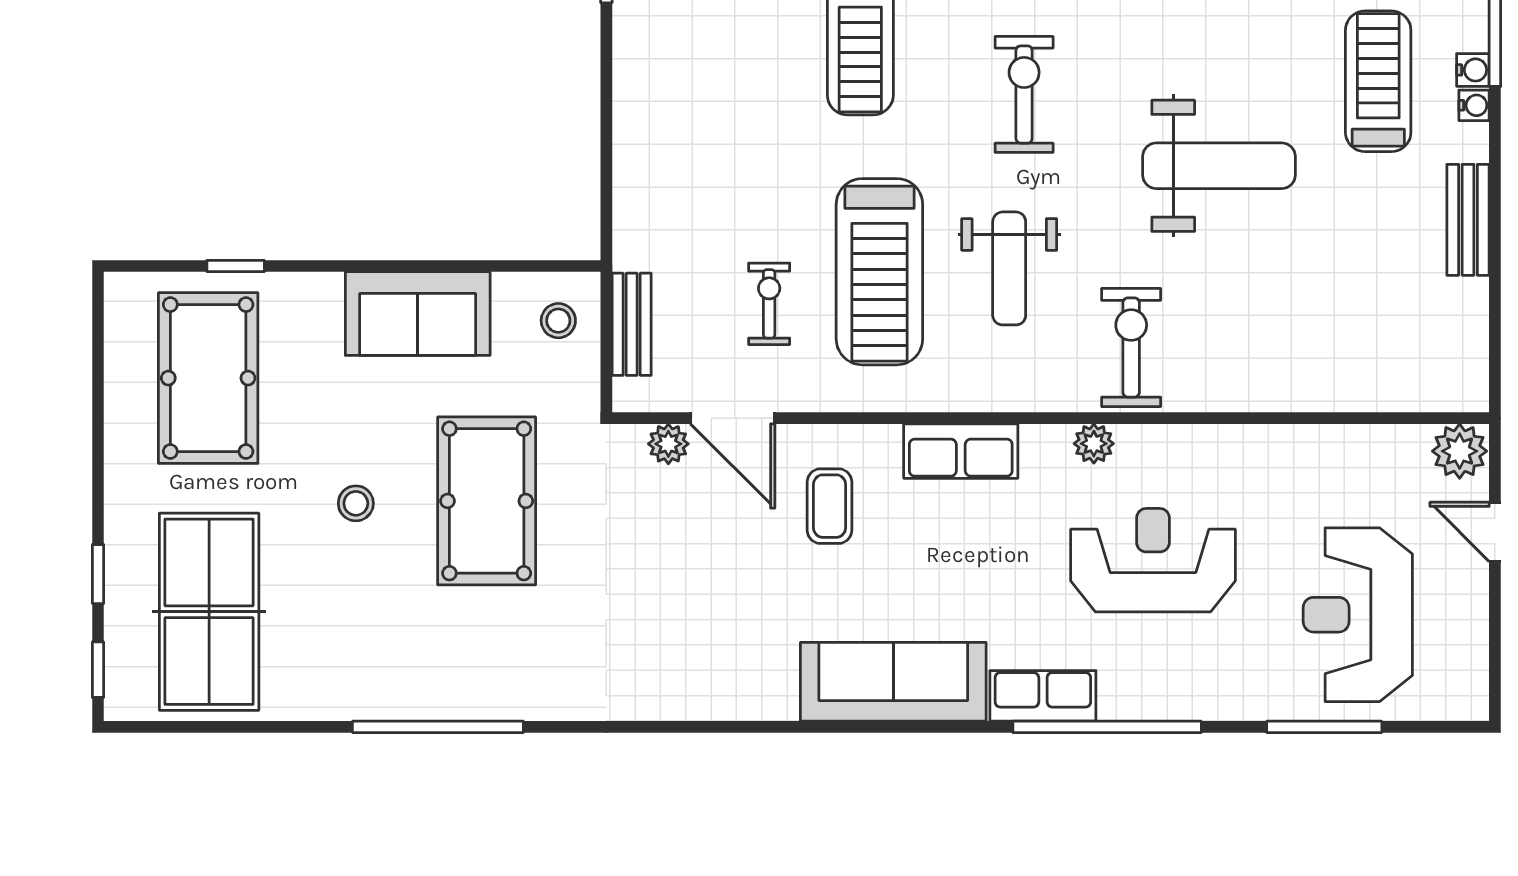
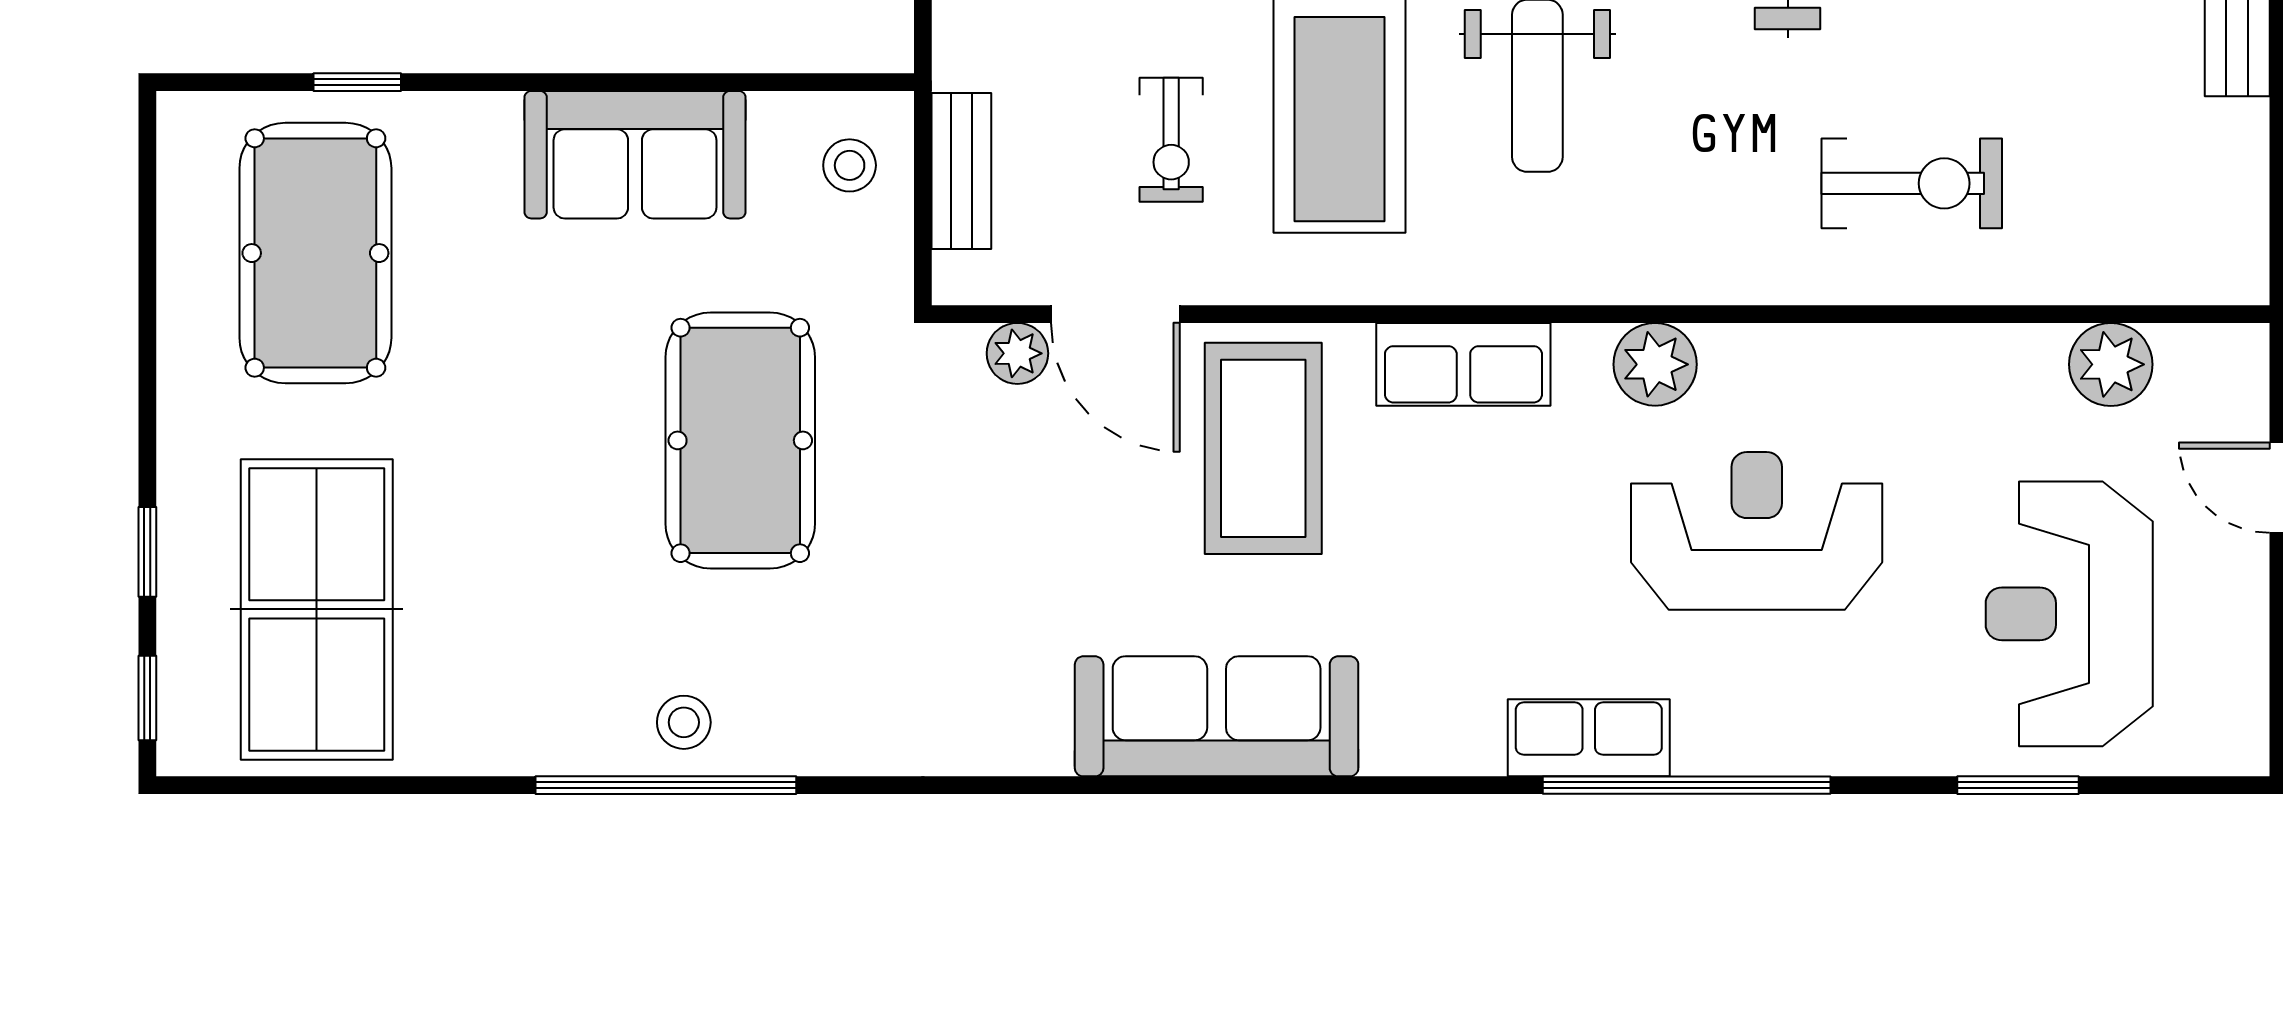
exercise bike: (769, 304) -> (1171, 140), turned 180
exercise bike: (1131, 348) -> (1912, 183), moved, turned 90
plant: (1094, 444) -> (1655, 364), width x1.38, depth x1.38
plant: (1460, 451) -> (2111, 364), moved
stool: (356, 503) -> (684, 722), moved
coffee table: (830, 506) -> (1263, 448), width x1.86, depth x1.72
sofa: (893, 682) -> (1217, 716), moved
window: (1324, 727) -> (2018, 785), width x0.69

